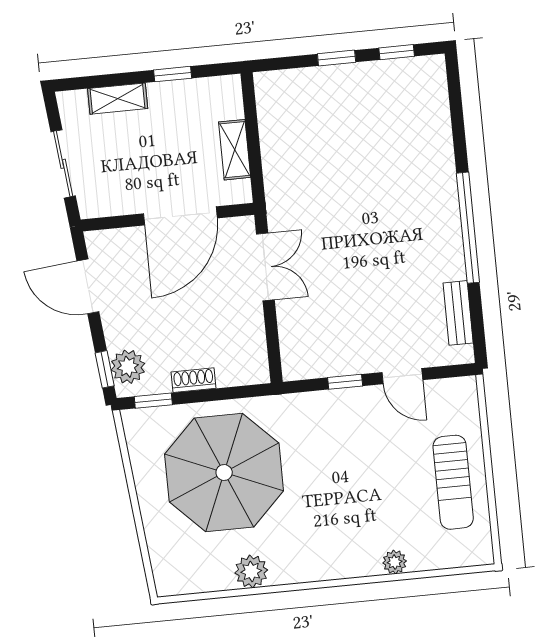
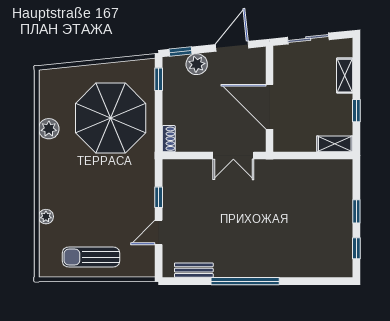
shelving: (235, 150) -> (335, 144), moved
plant: (128, 367) -> (197, 64), moved
shoe rack: (193, 380) -> (169, 139), moved

